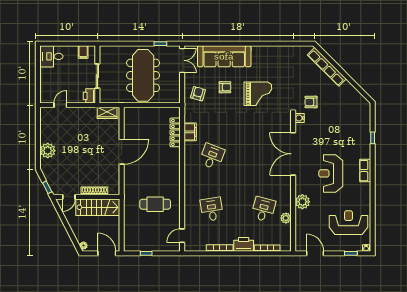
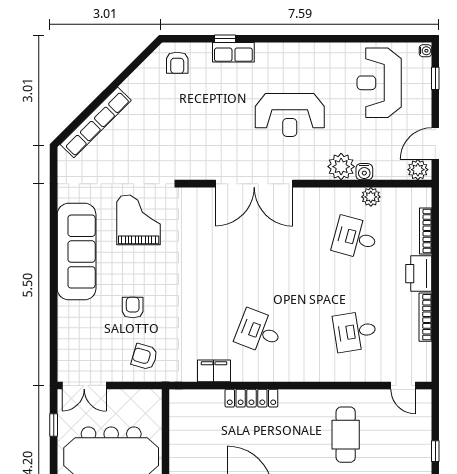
sofa: (224, 56) -> (77, 252), moved
double door: (182, 60) -> (84, 385), swing flipped
grand piano: (258, 94) -> (139, 220), moved
armchair: (311, 102) -> (177, 63), moved
water cooler: (300, 118) -> (364, 172), moved
locker: (175, 132) -> (251, 398), moved
row of seats: (365, 171) -> (233, 52), moved
plant: (301, 244) -> (418, 170), added

